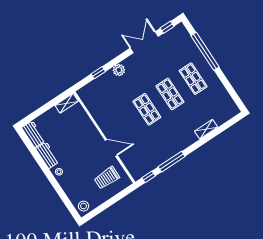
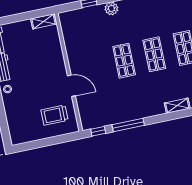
stool: (84, 206) -> (19, 135), removed

